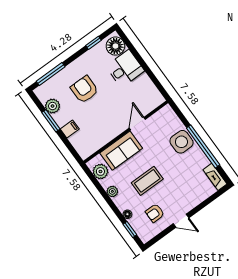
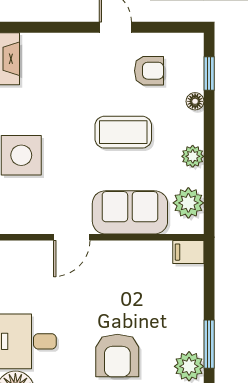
filing cabinet: (70, 129) -> (188, 252), moved

